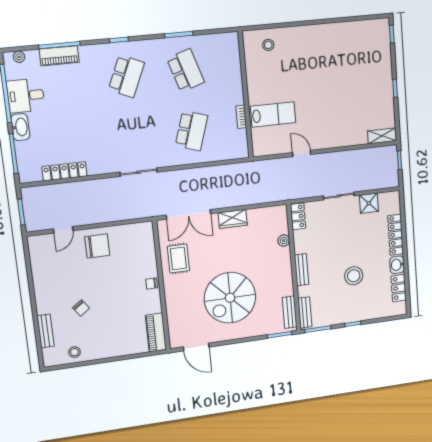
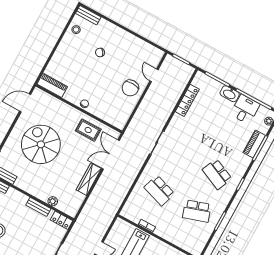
wardrobe: (233, 219) -> (89, 179), width x1.50
bench: (302, 270) -> (38, 207), moved
bench: (45, 331) -> (88, 15), moved

